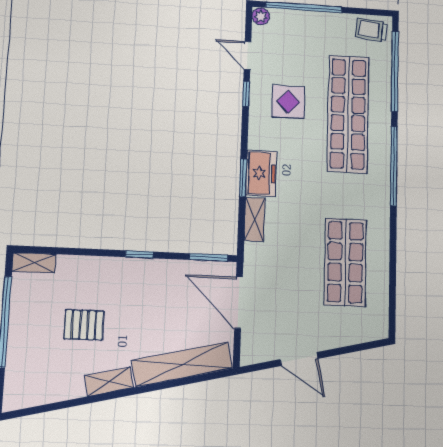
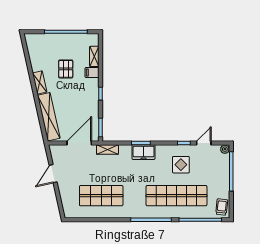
shelving: (255, 219) -> (107, 150), moved
shelving: (34, 263) -> (94, 56), moved
filing cabinet: (95, 270) -> (92, 73), added

